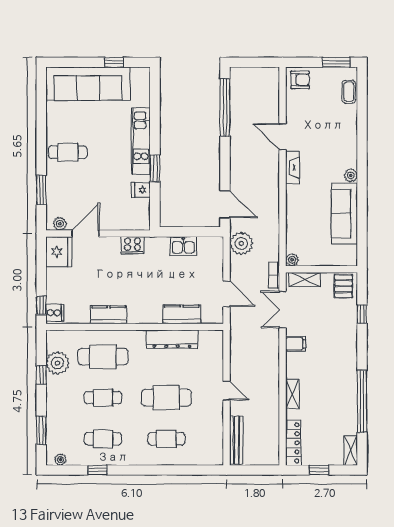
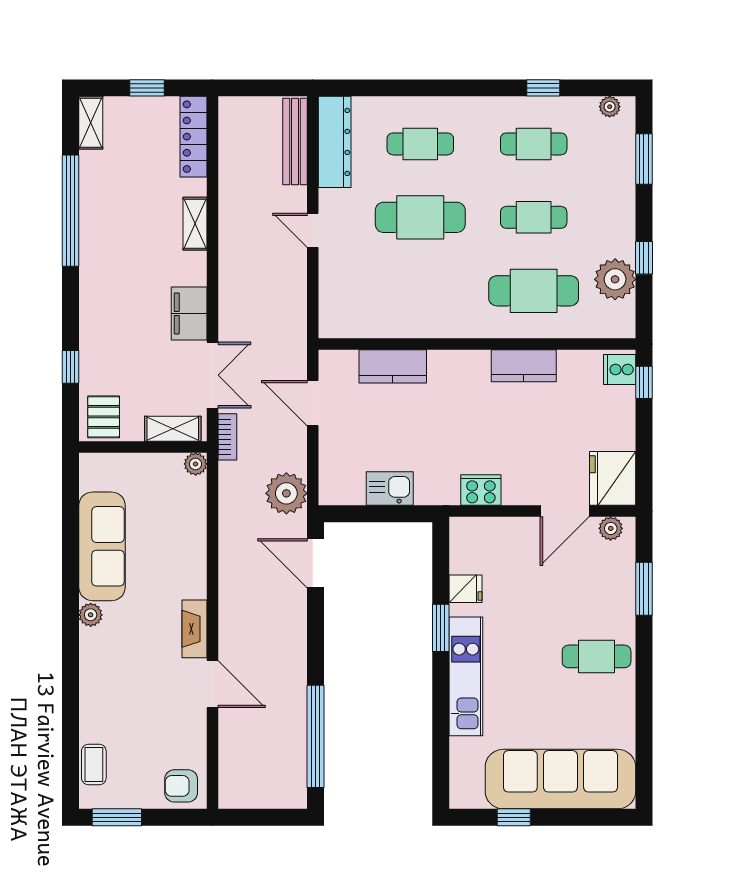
dresser: (172, 339) -> (335, 142), moved, turned 90
filing cabinet: (296, 344) -> (189, 313), width x2.00

